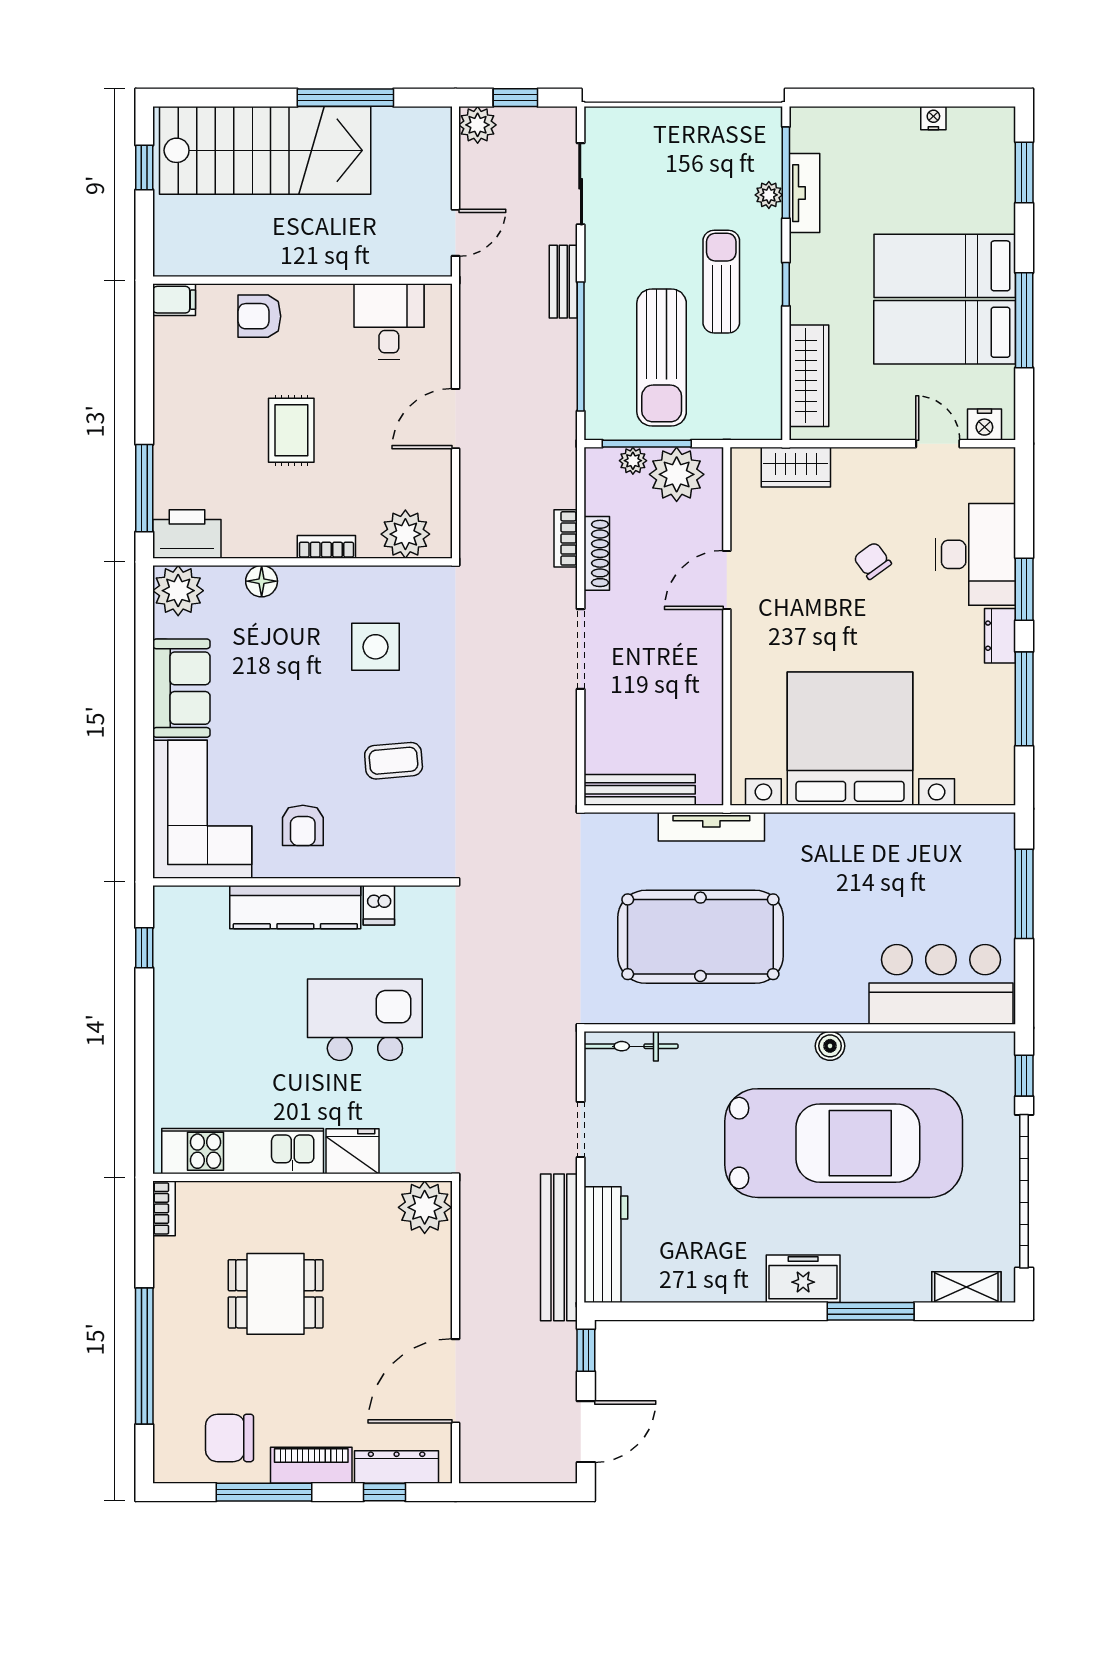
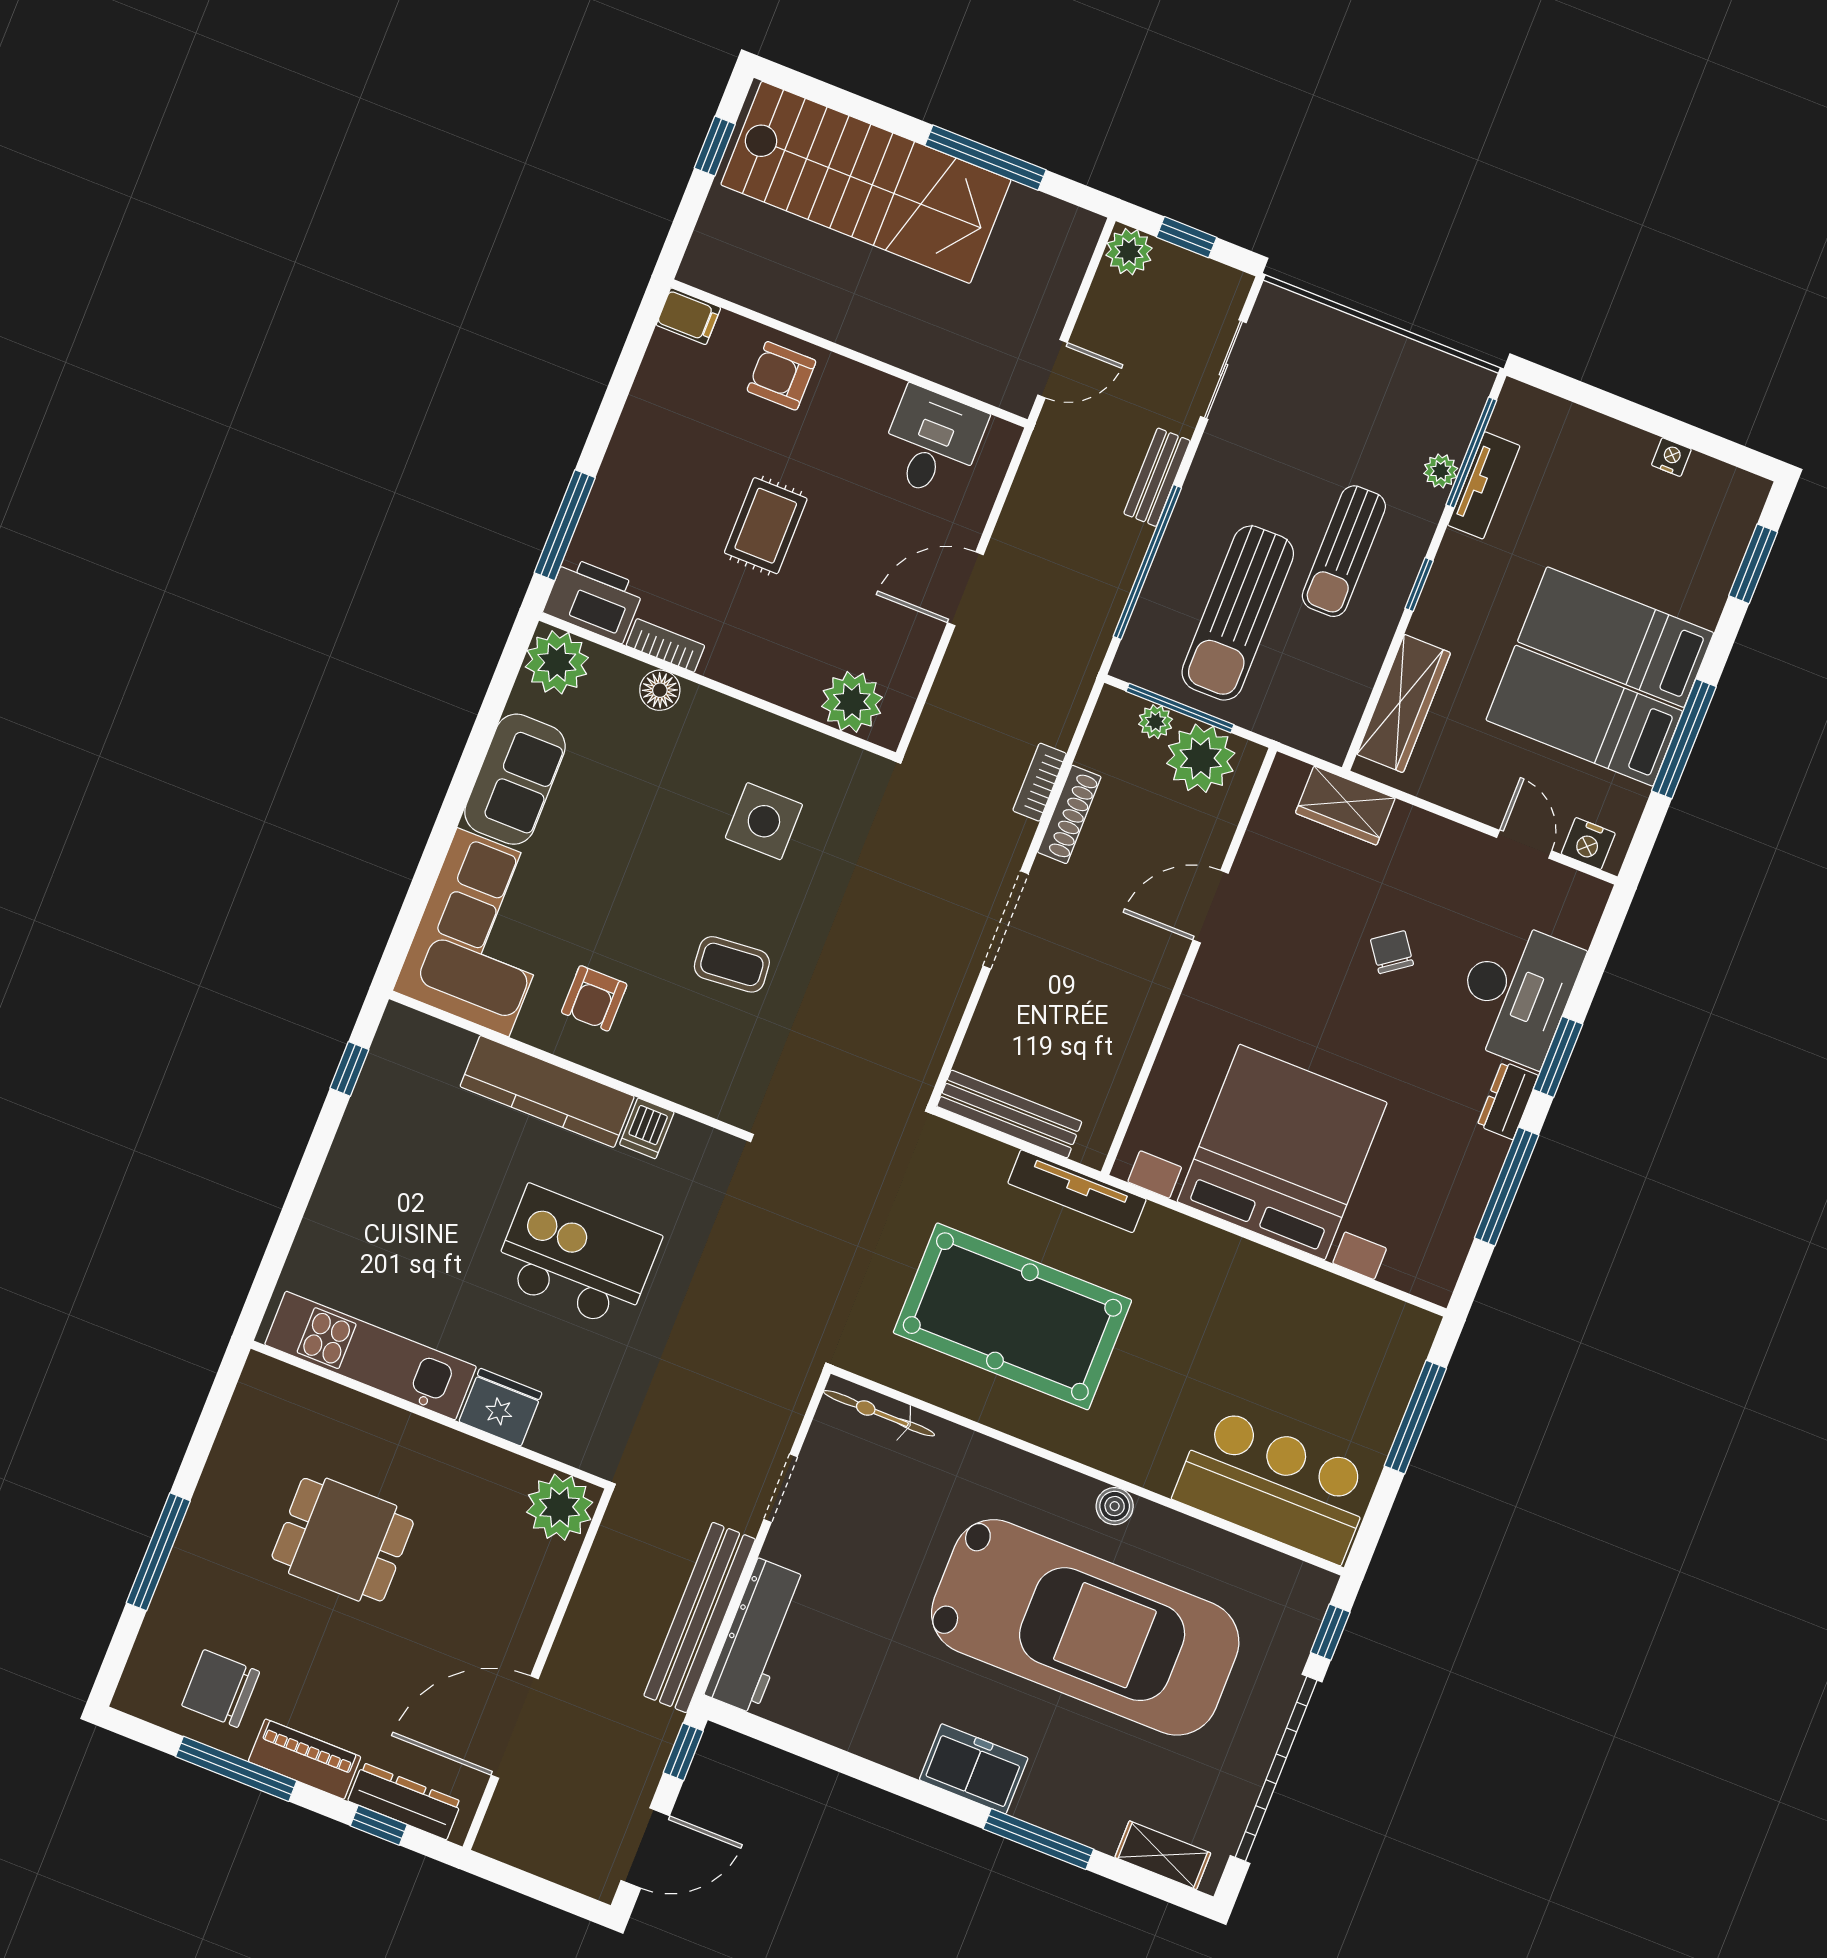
sun lounger: (721, 282) -> (1344, 551), turned 180
bookcase: (326, 547) -> (665, 645), moved
bookcase: (164, 1208) -> (251, 1386), removed
window: (144, 1356) -> (158, 1552), width x0.68

